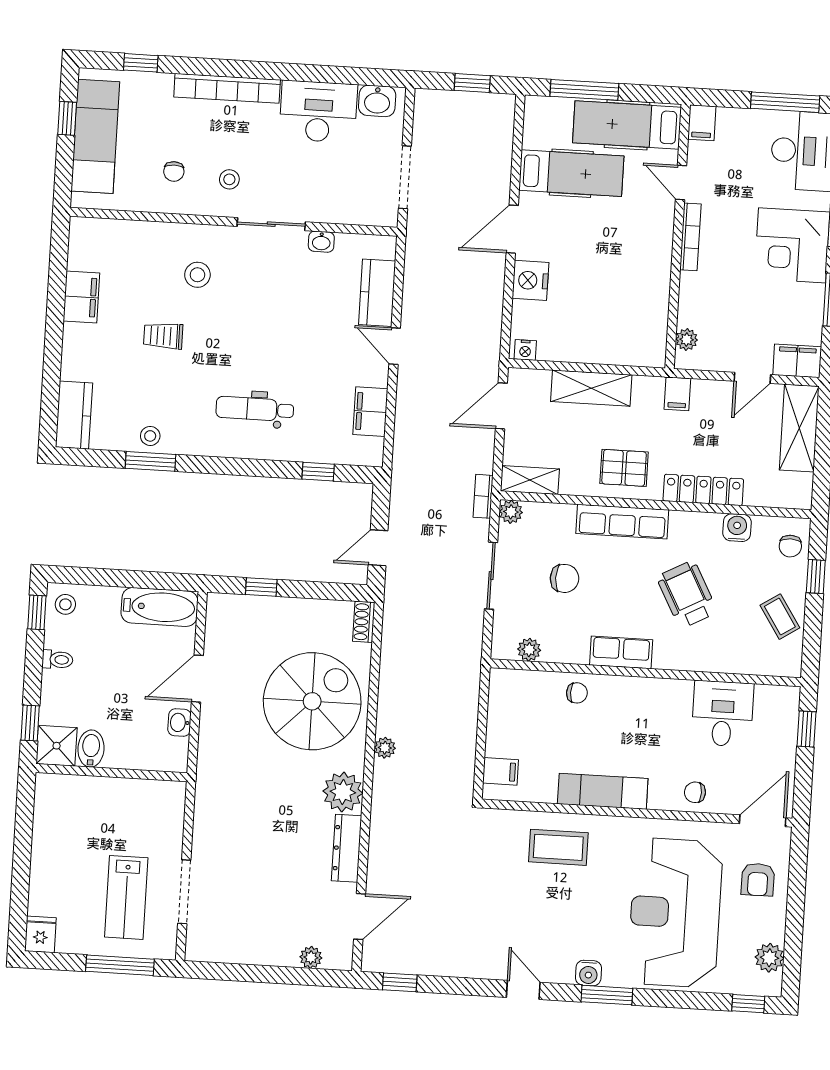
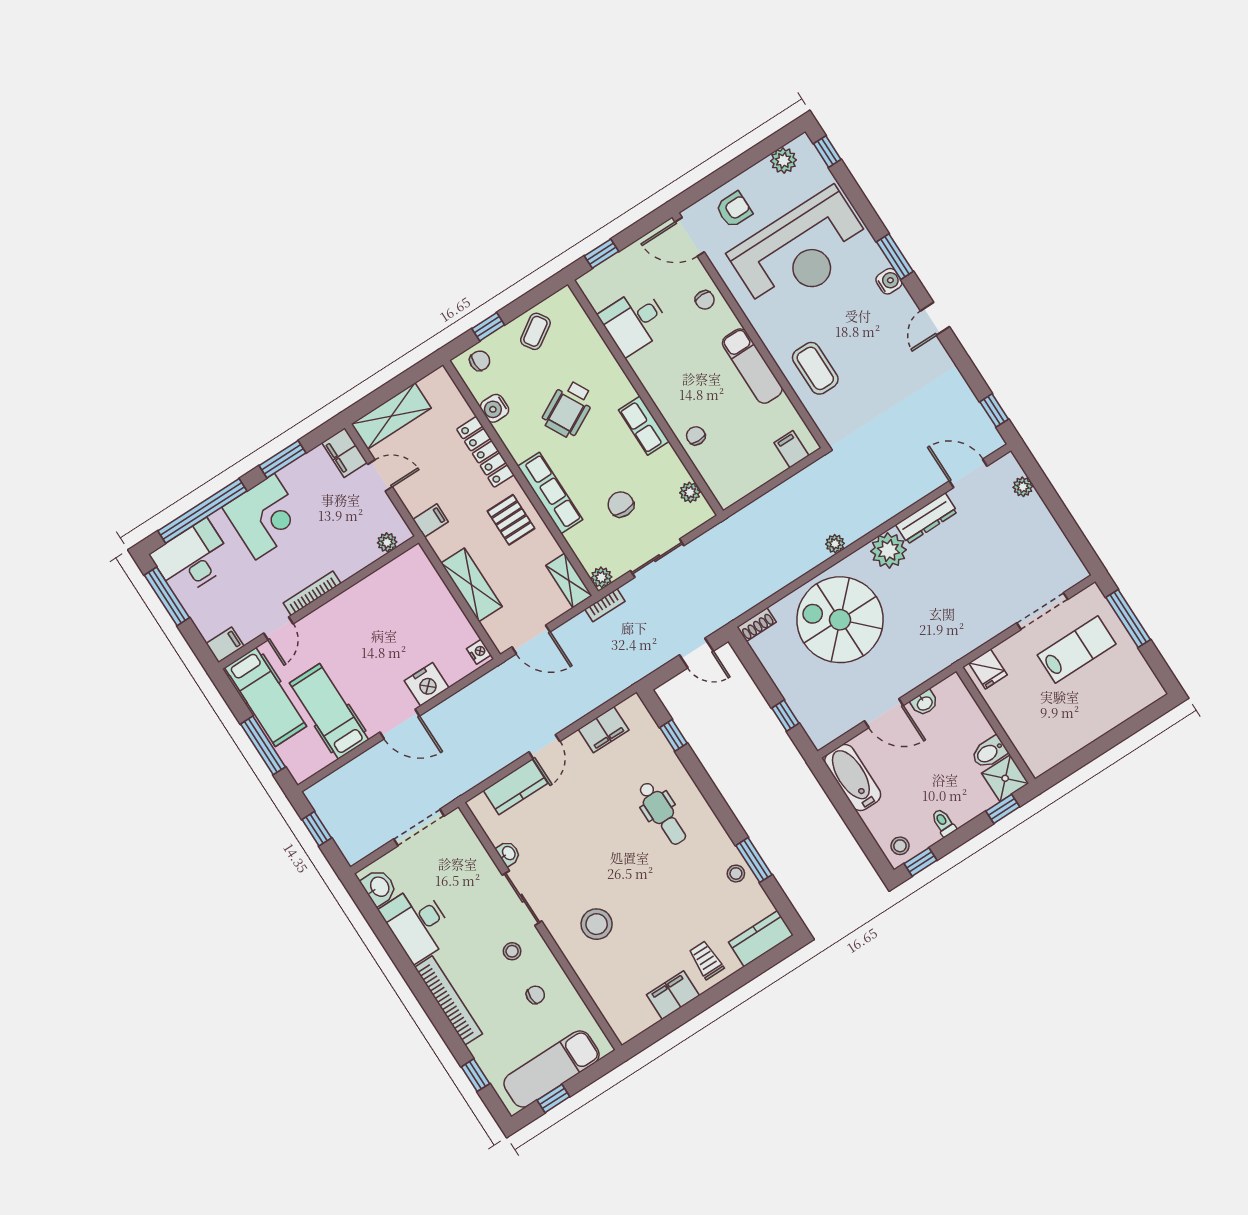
stool: (197, 275) -> (597, 924), width x1.38, depth x1.38
trolley: (163, 336) -> (706, 960), moved, turned 180
fridge: (40, 934) -> (988, 669), moved, turned -90

